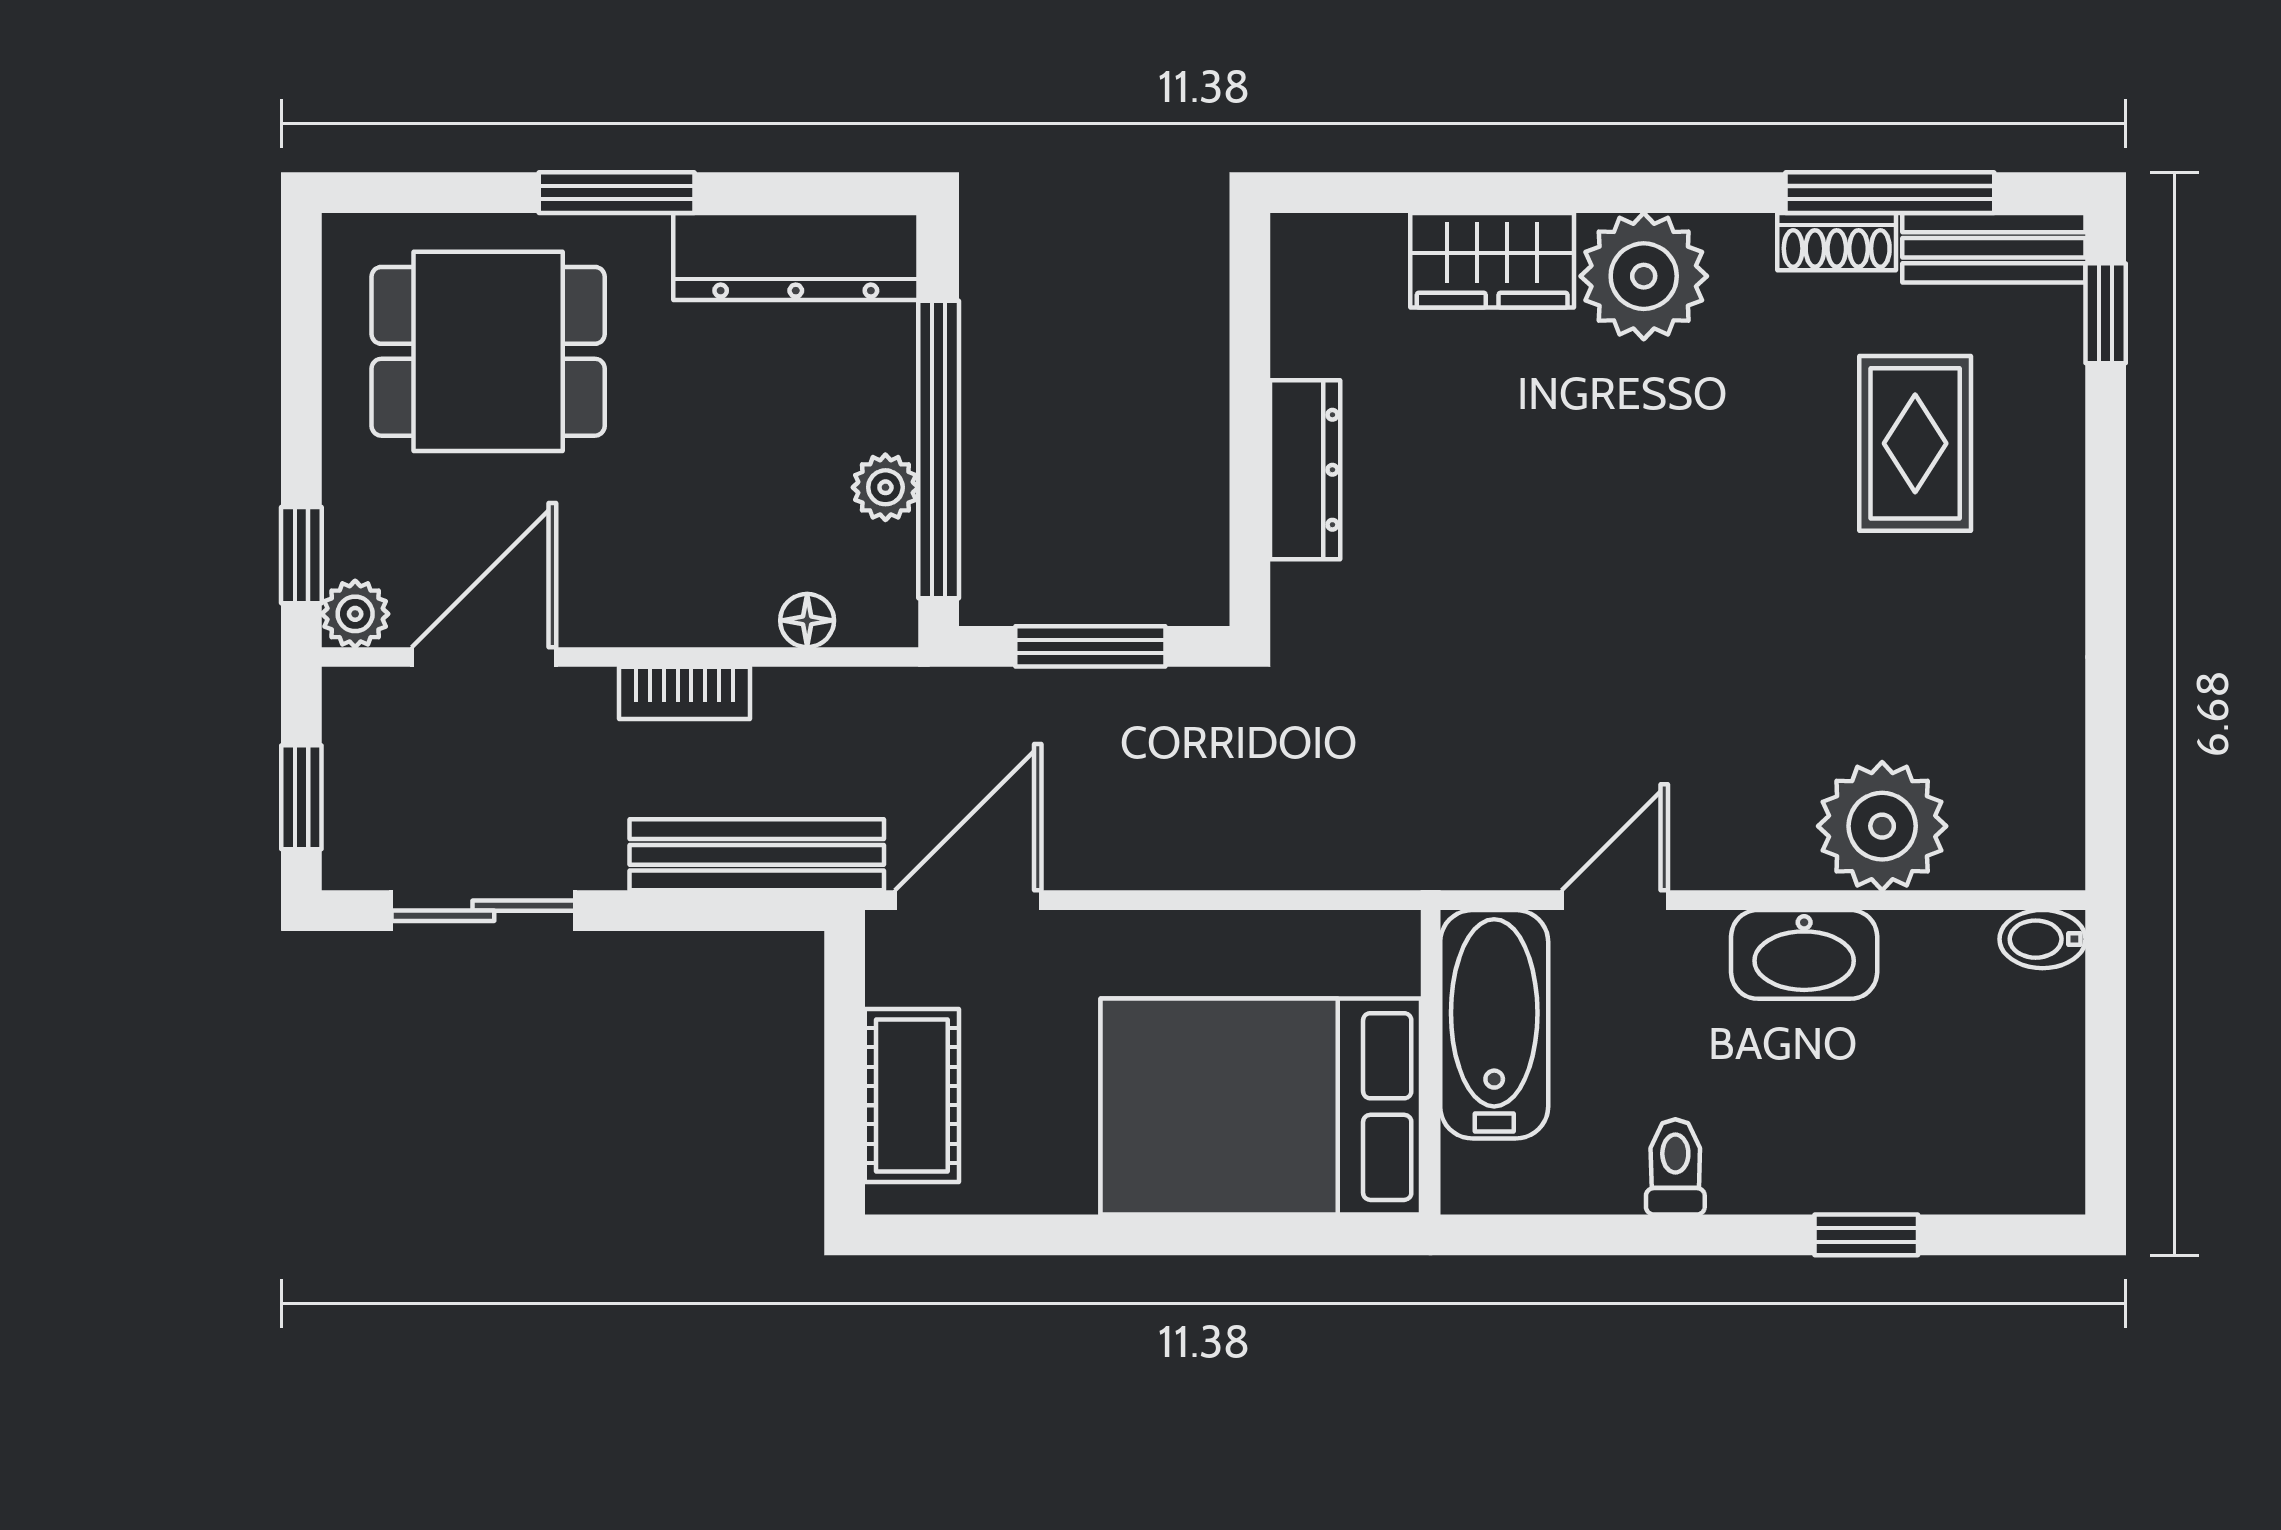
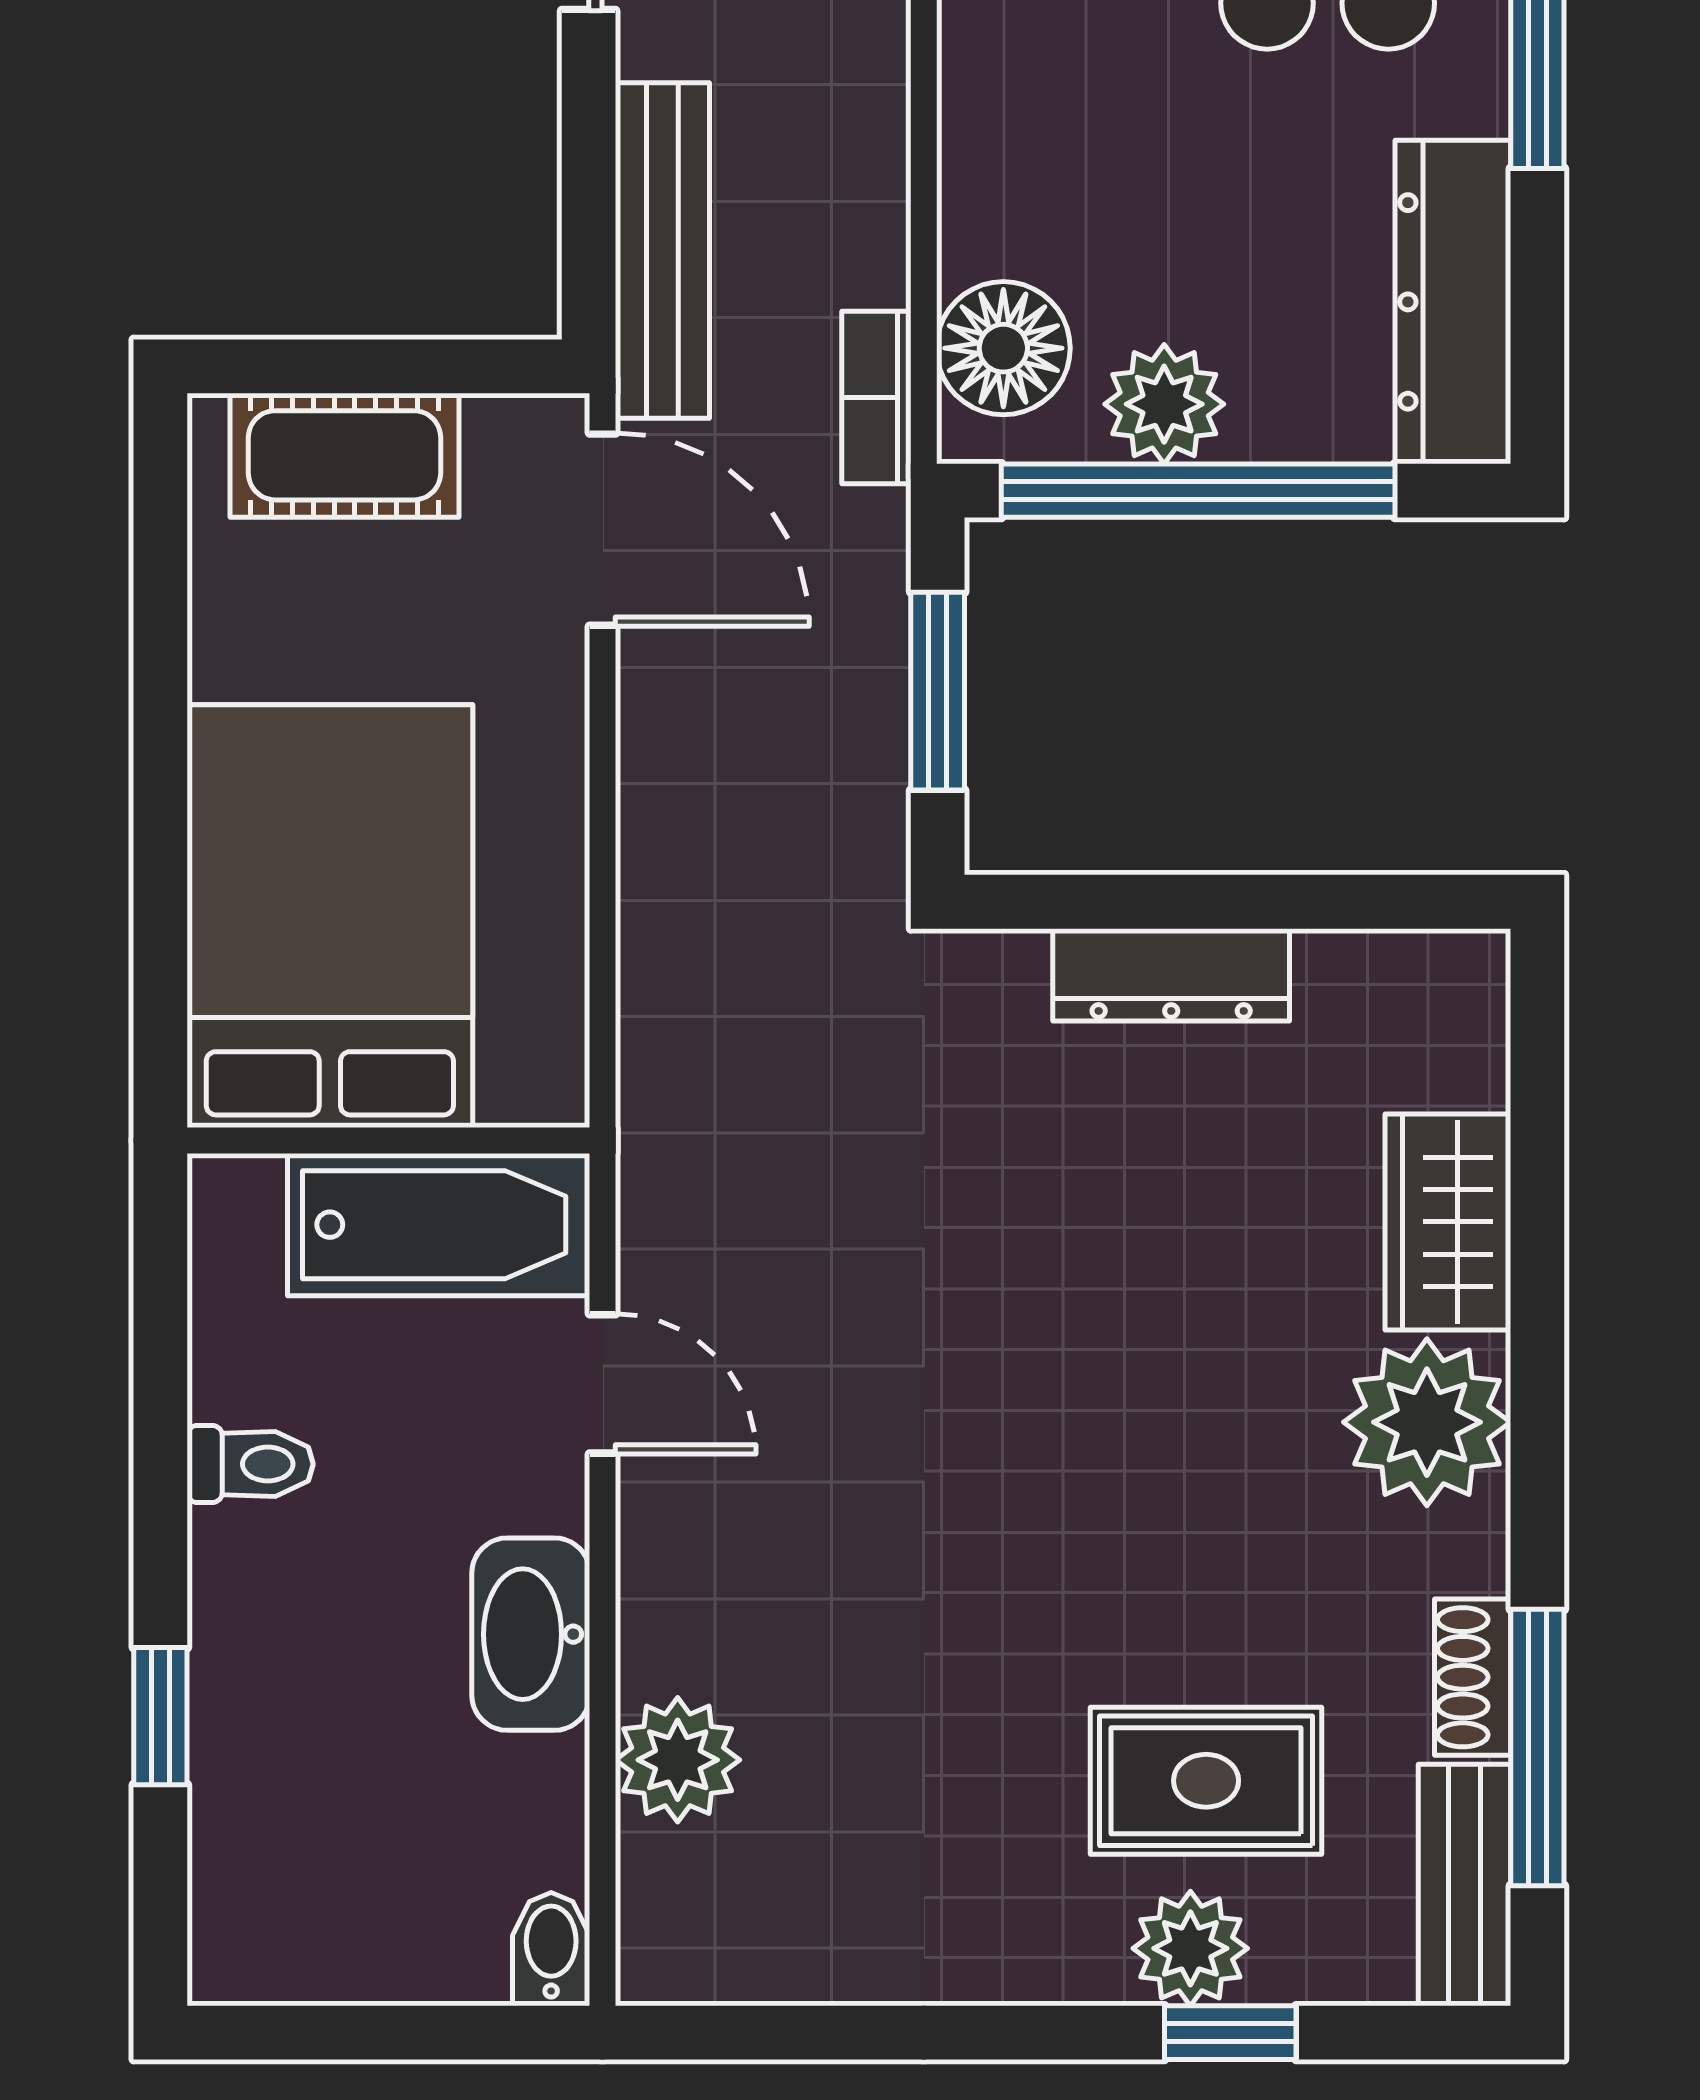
window: (2106, 313) -> (1230, 2033), moved
plant: (2042, 455) -> (1190, 1948), added
plant: (885, 487) -> (1164, 404), width x1.38, depth x1.38
floor lamp: (807, 620) -> (1003, 348), width x1.89, depth x1.89
bookcase: (685, 693) -> (876, 398), moved
plant: (1882, 826) -> (678, 1760), width x0.73, depth x0.73

